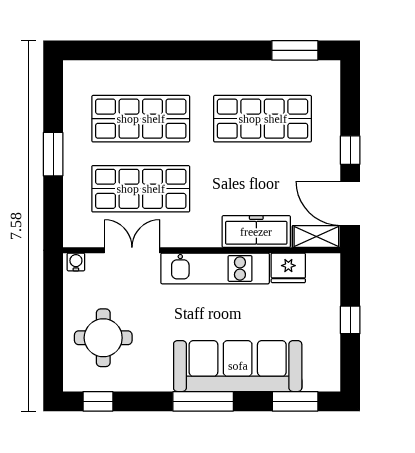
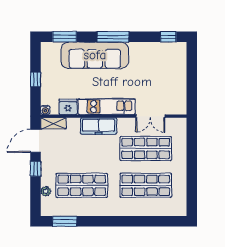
plant: (331, 107) -> (46, 191), added
window: (53, 154) -> (192, 167), removed
door: (350, 203) -> (36, 141), swing flipped
freezer: (256, 232) -> (99, 126), moved
water cooler: (76, 262) -> (45, 110), moved
round table: (103, 338) -> (165, 70), removed

